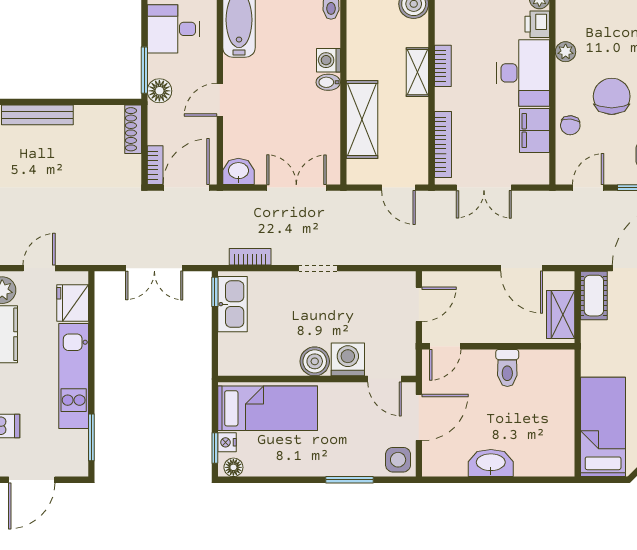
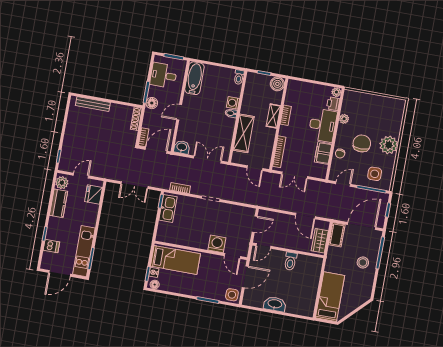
boiler: (315, 361) -> (201, 242), removed
kitchen unit: (74, 376) -> (84, 251), moved

